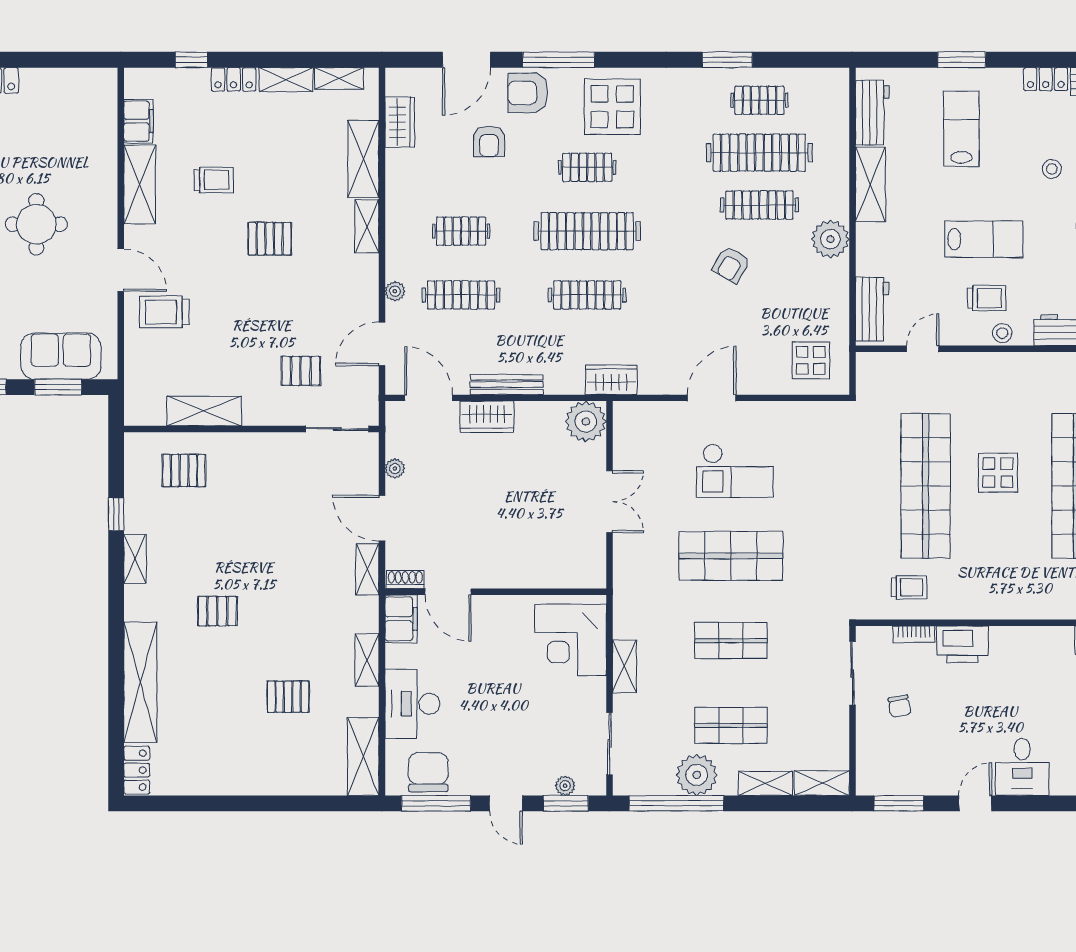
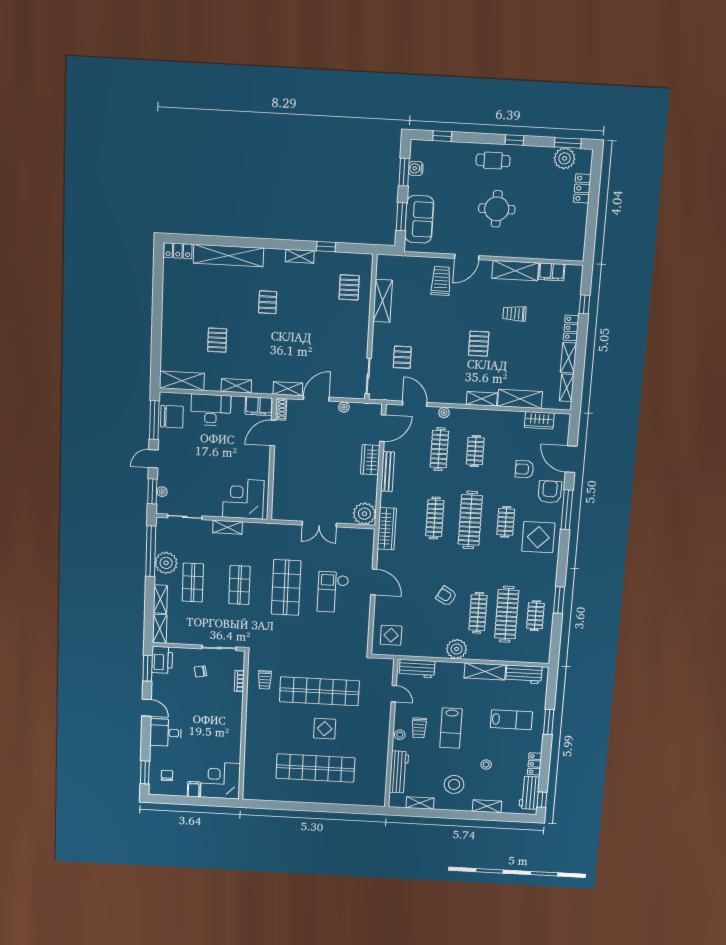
trolley: (214, 180) -> (515, 314), turned 90
wardrobe: (611, 380) -> (387, 529), width x1.50
printer: (962, 644) -> (162, 660), moved, turned 180

